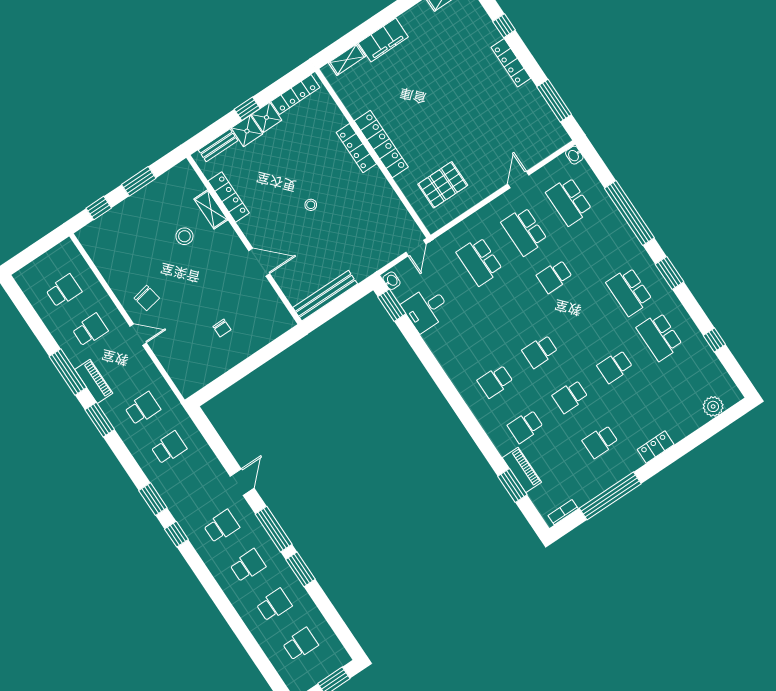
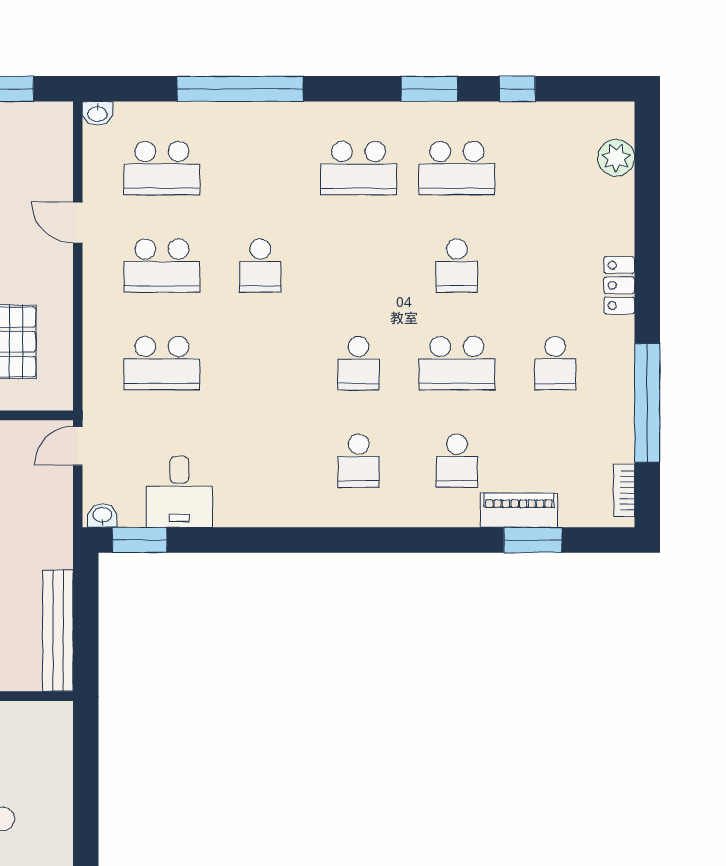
door: (416, 248) -> (78, 446), swing flipped
window: (670, 273) -> (429, 89), moved
school desk: (570, 396) -> (457, 363), width x1.85

